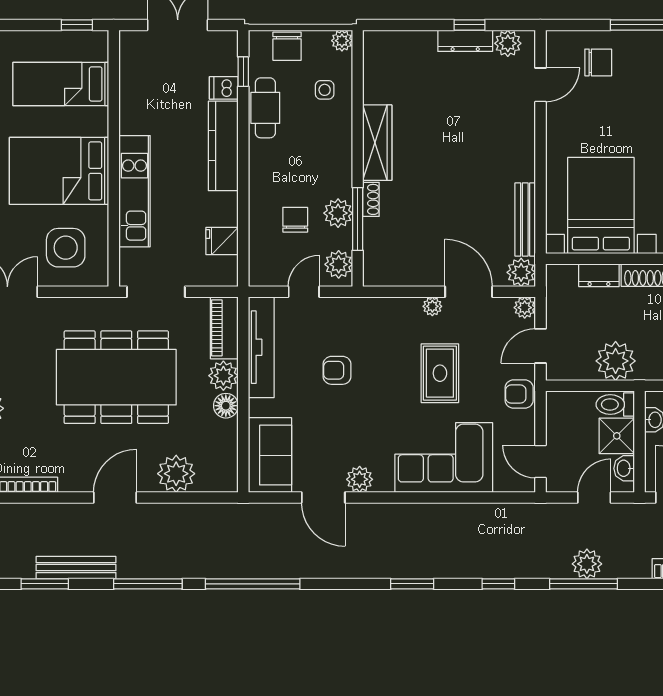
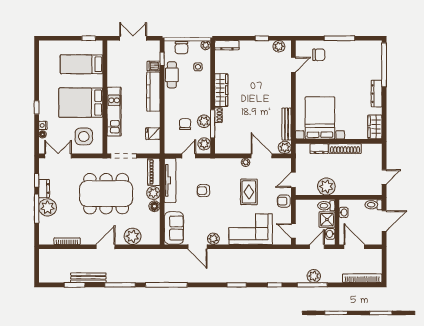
dresser: (465, 41) -> (227, 45), moved
plant: (525, 308) -> (286, 163), removed

